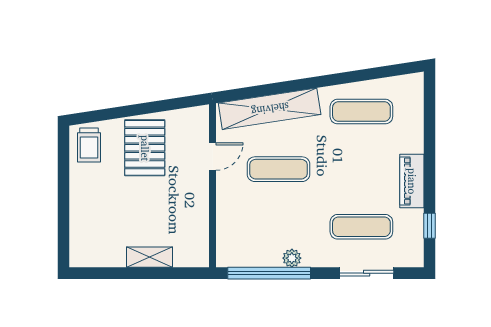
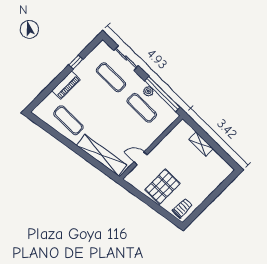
exercise mat: (278, 169) -> (142, 108), moved
piano: (412, 181) -> (66, 85), moved
window: (430, 226) -> (76, 62), moved

